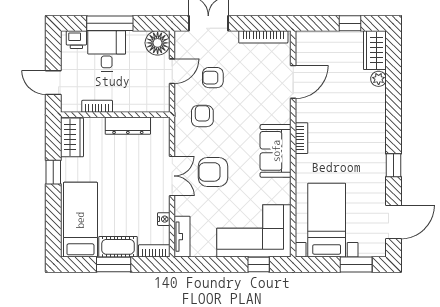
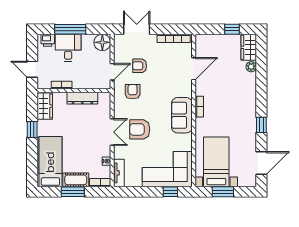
door: (172, 71) -> (112, 72), moved
window: (356, 265) -> (223, 192), moved

